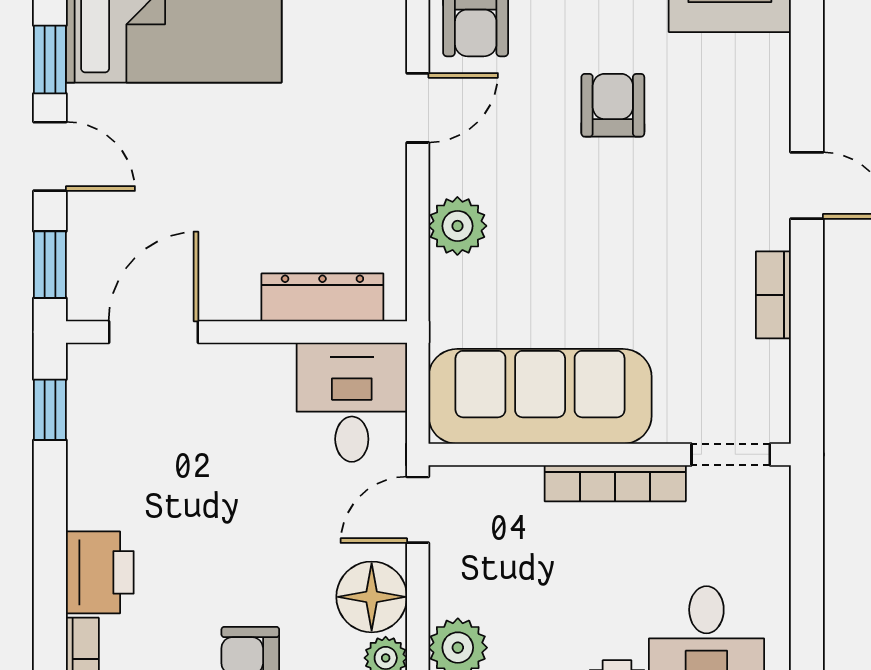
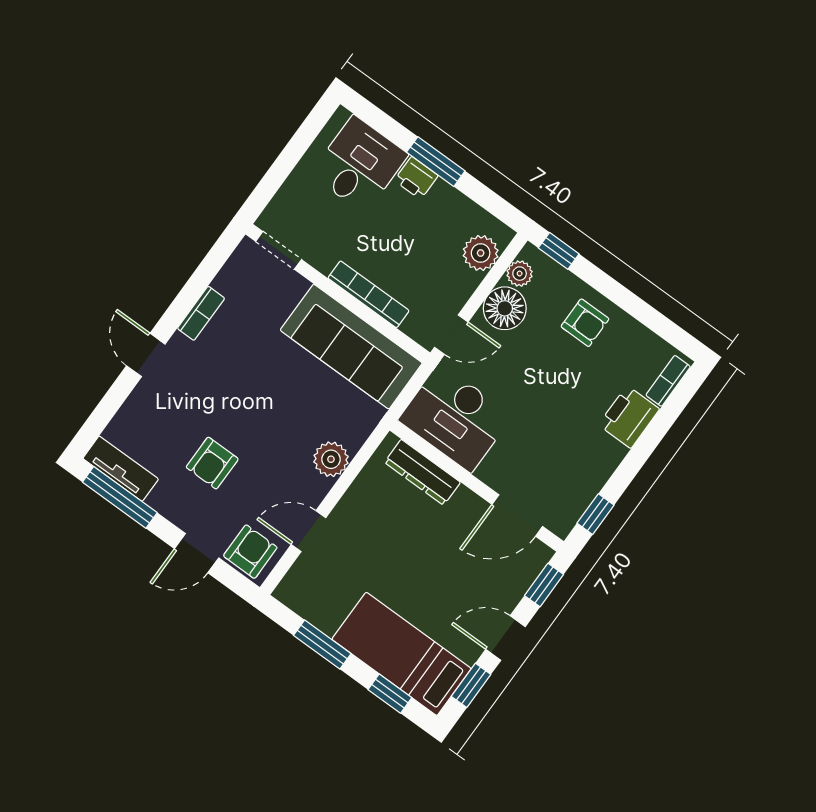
door: (50, 156) -> (506, 638), hinge flipped
desk: (352, 402) -> (455, 418), width x1.37
bookcase: (615, 483) -> (369, 294), moved

